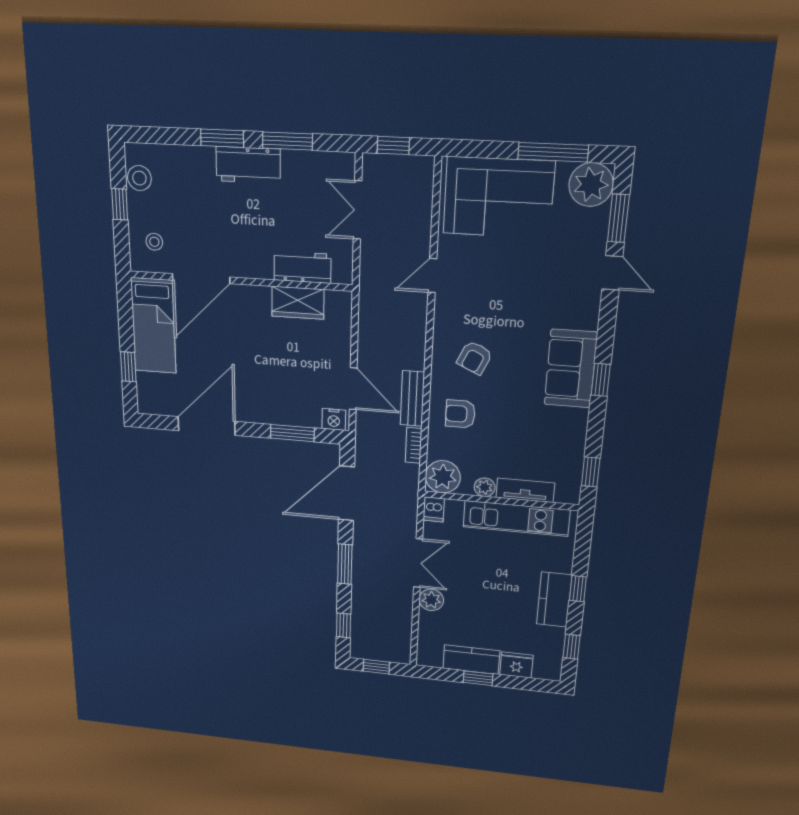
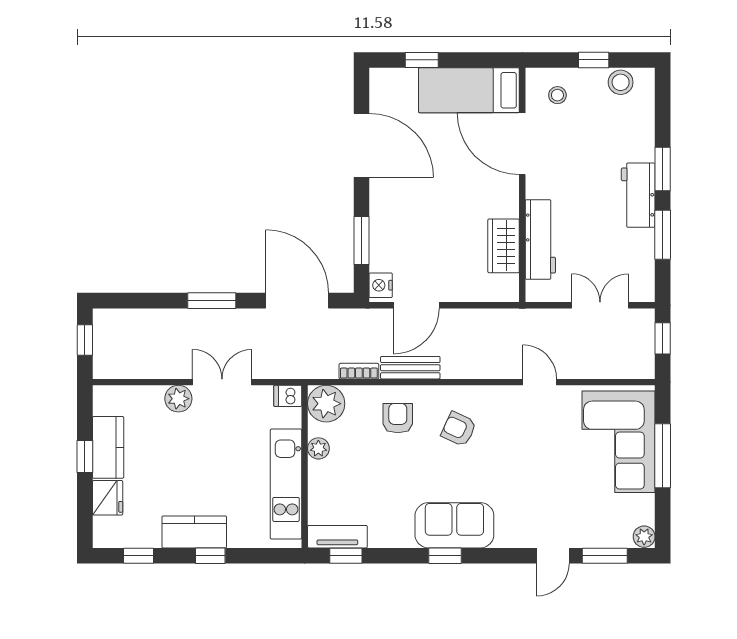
window: (553, 152) -> (663, 456), moved
plant: (591, 185) -> (644, 537), width x0.53, depth x0.53
workbench: (302, 267) -> (540, 239), width x1.37
tv unit: (525, 490) -> (337, 537), moved, turned -90
double door: (418, 563) -> (222, 382), swing flipped
window: (343, 625) -> (134, 301), removed

